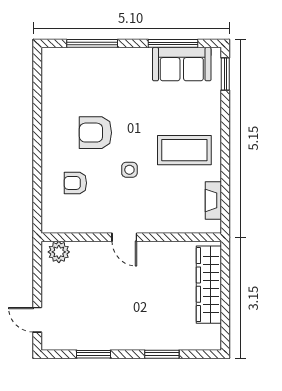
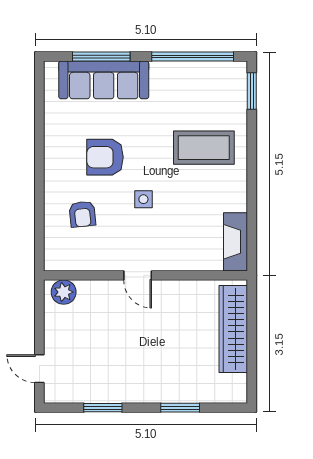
window: (173, 43) -> (193, 56), width x1.46
sofa: (182, 64) -> (104, 80), moved, width x1.36
coffee table: (184, 150) -> (204, 148), moved
armchair: (75, 183) -> (82, 214), turned -96
fireplace: (213, 200) -> (236, 242), width x1.37, depth x1.32

